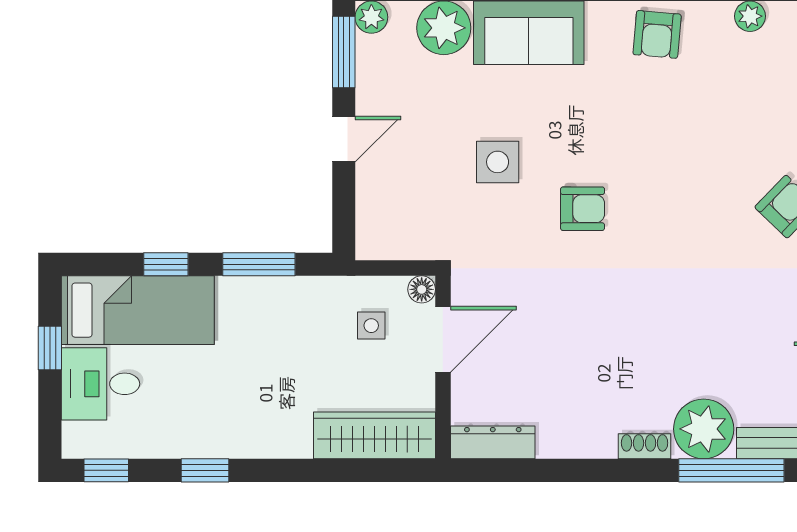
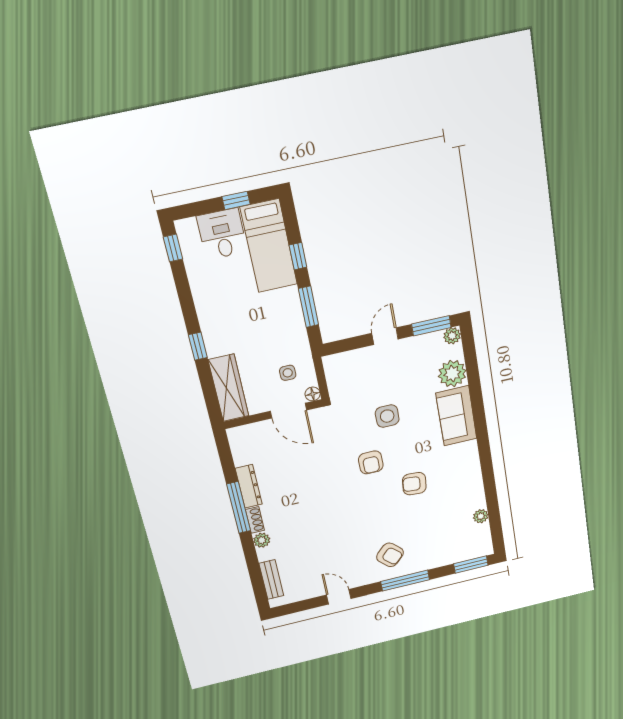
armchair: (657, 34) -> (414, 484), moved
door: (344, 139) -> (385, 336), swing flipped
plant: (704, 429) -> (262, 540), width x0.53, depth x0.53
dresser: (493, 442) -> (249, 486), moved
window: (205, 470) -> (198, 346), moved
window: (731, 470) -> (239, 508), moved

